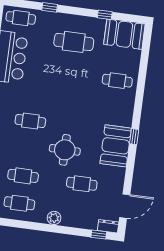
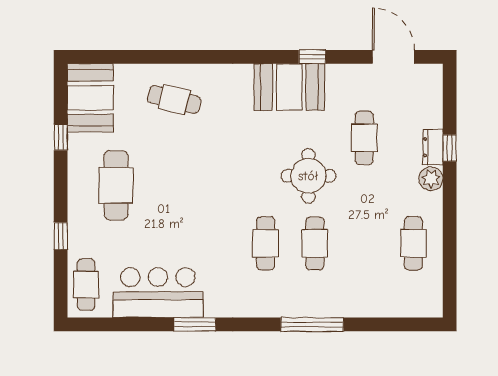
cafe table: (117, 81) -> (174, 100), turned -76
window: (134, 137) -> (312, 57), moved
cafe table: (23, 176) -> (315, 243), moved
dresser: (108, 226) -> (433, 147), moved
window: (99, 235) -> (450, 148), moved

